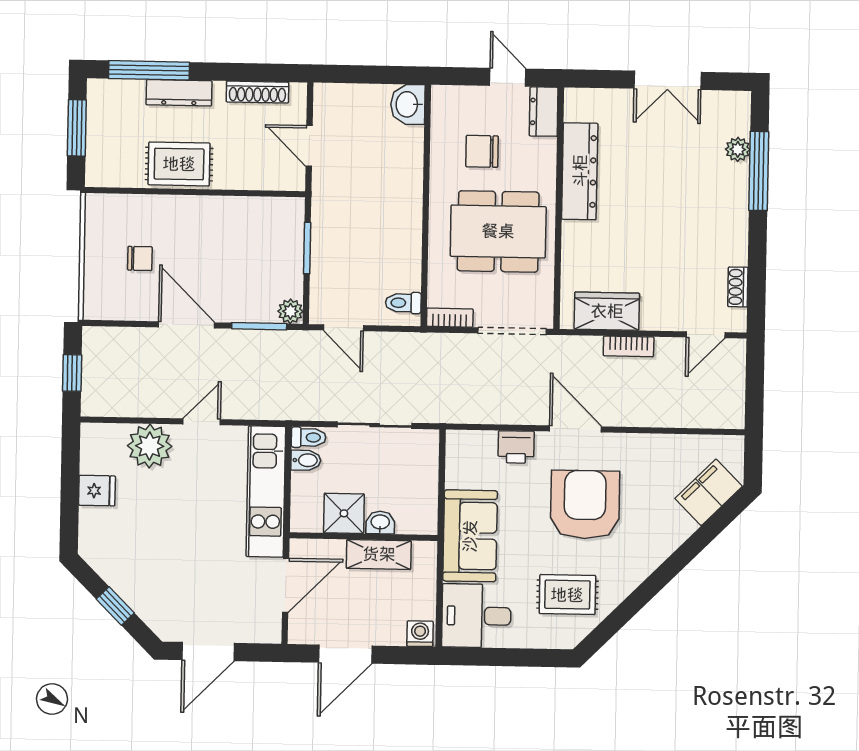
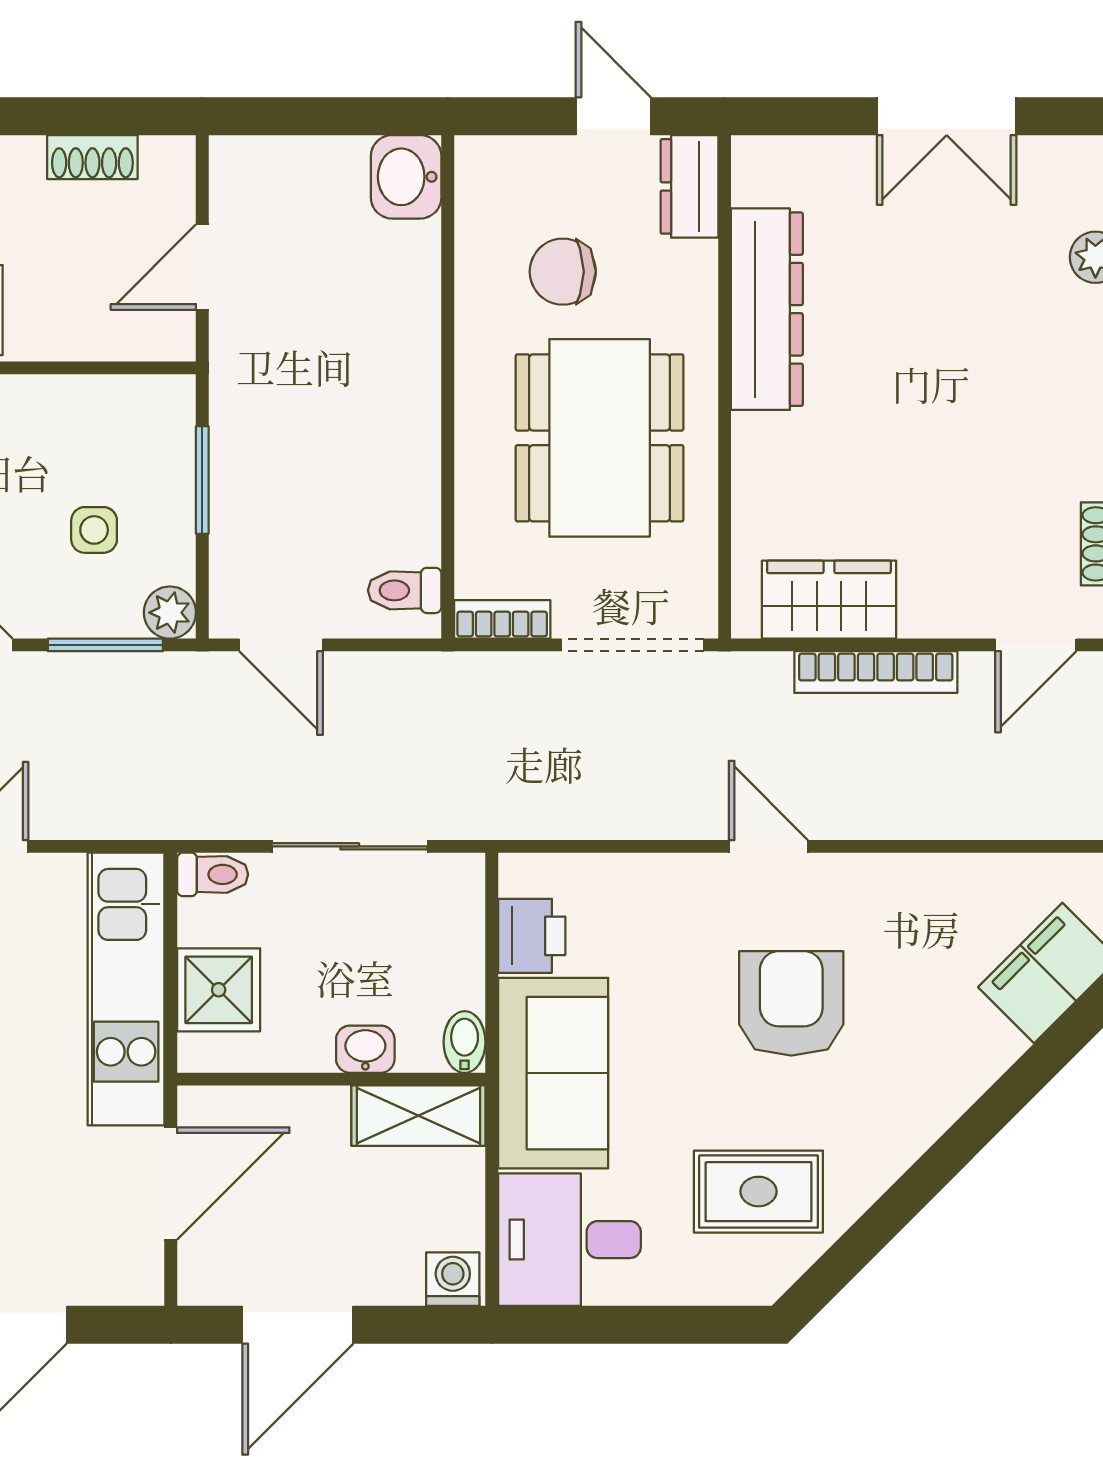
shoe rack: (257, 92) -> (92, 157), width x0.70
door: (309, 146) -> (202, 267), hinge flipped
dining table: (498, 231) -> (600, 438), turned 90
side table: (255, 271) -> (94, 530), added
bookcase: (629, 346) -> (876, 672), width x1.56
door: (575, 429) -> (768, 846), width x0.73
printer: (516, 447) -> (532, 936), moved, turned -90
bidet: (306, 460) -> (465, 1042), moved, turned -90
armchair: (585, 505) -> (791, 1003), width x0.73, depth x0.73
shower: (344, 513) -> (219, 990), moved
shelving: (379, 554) -> (418, 1116), moved

